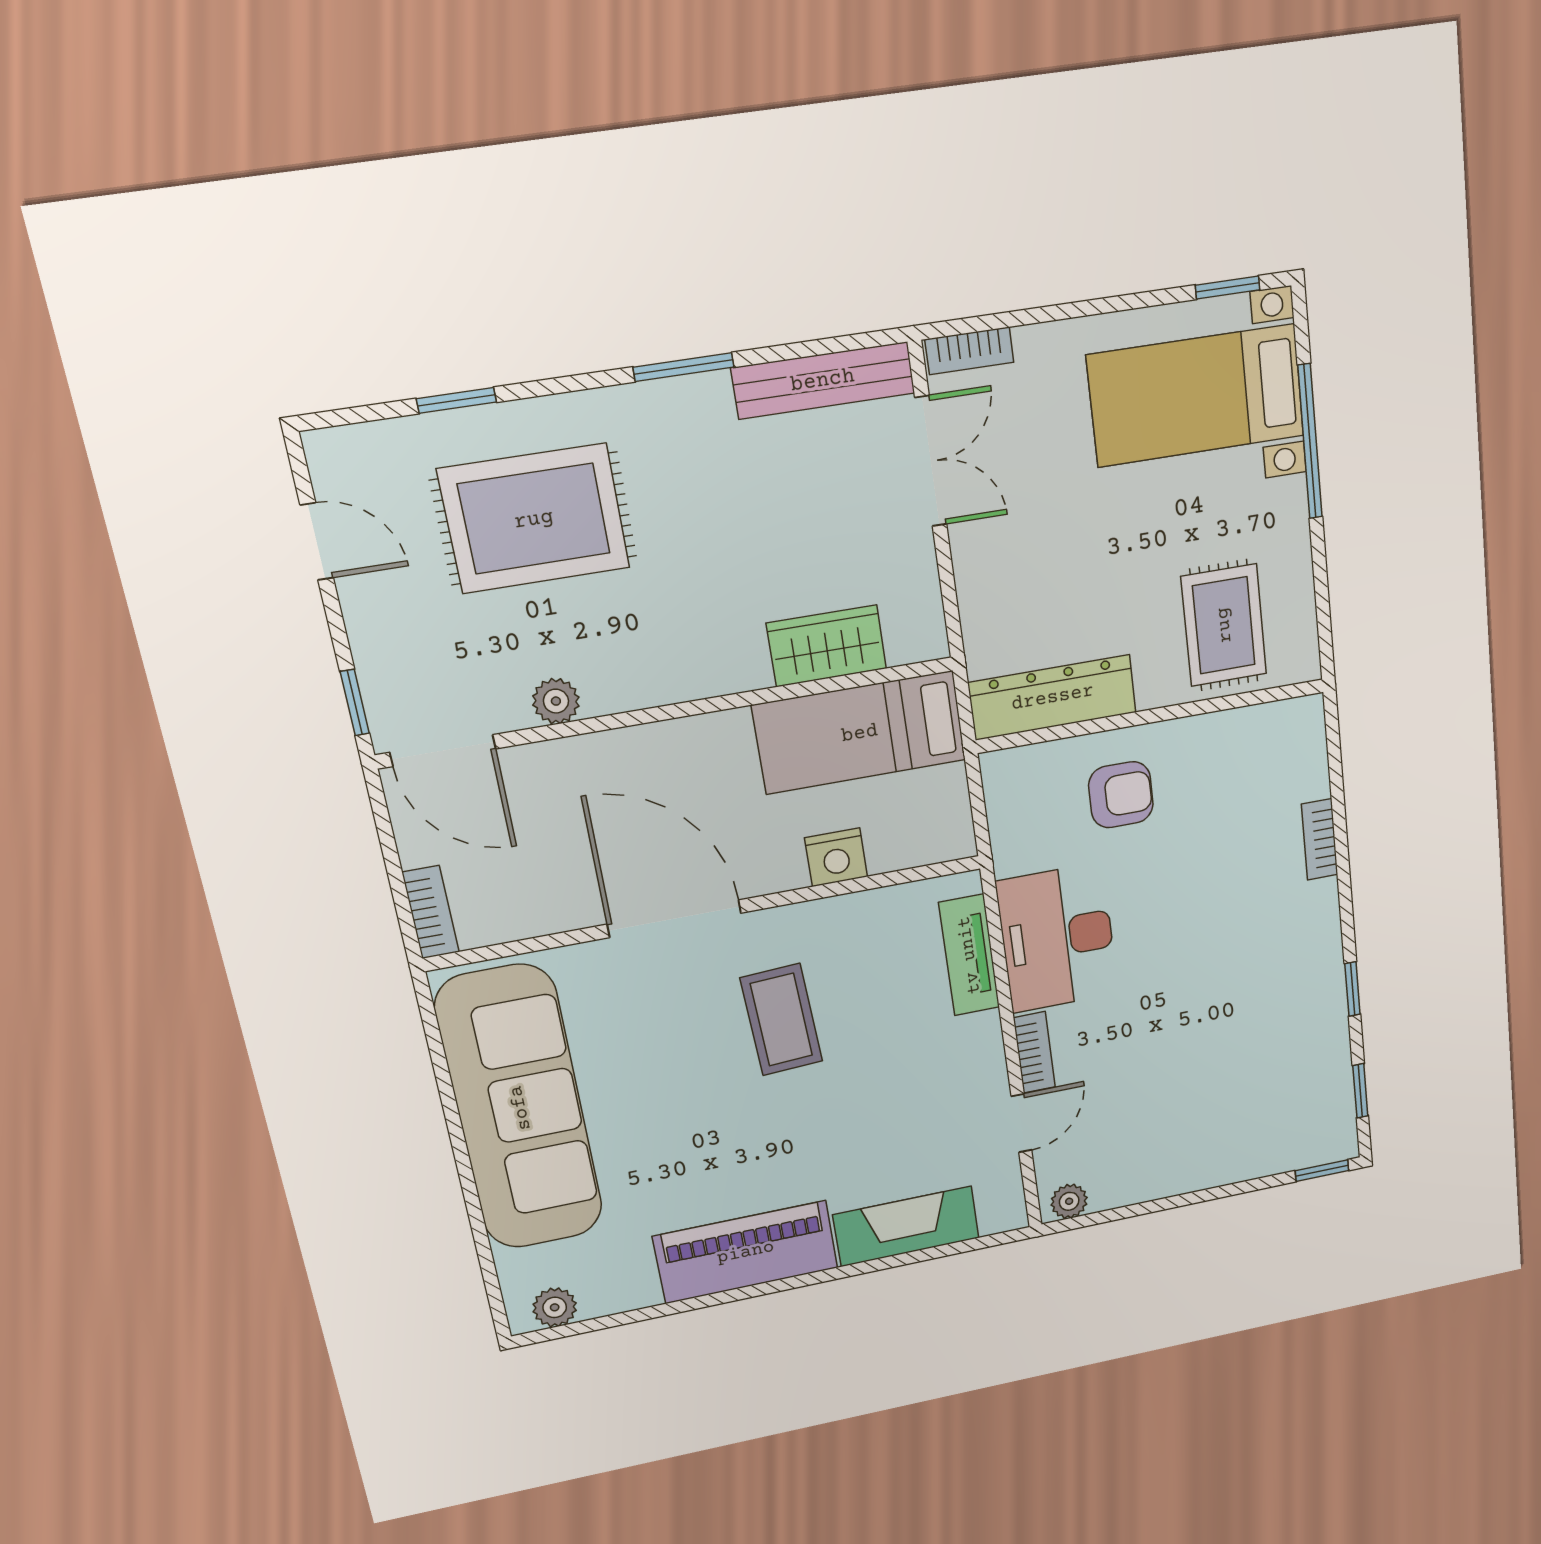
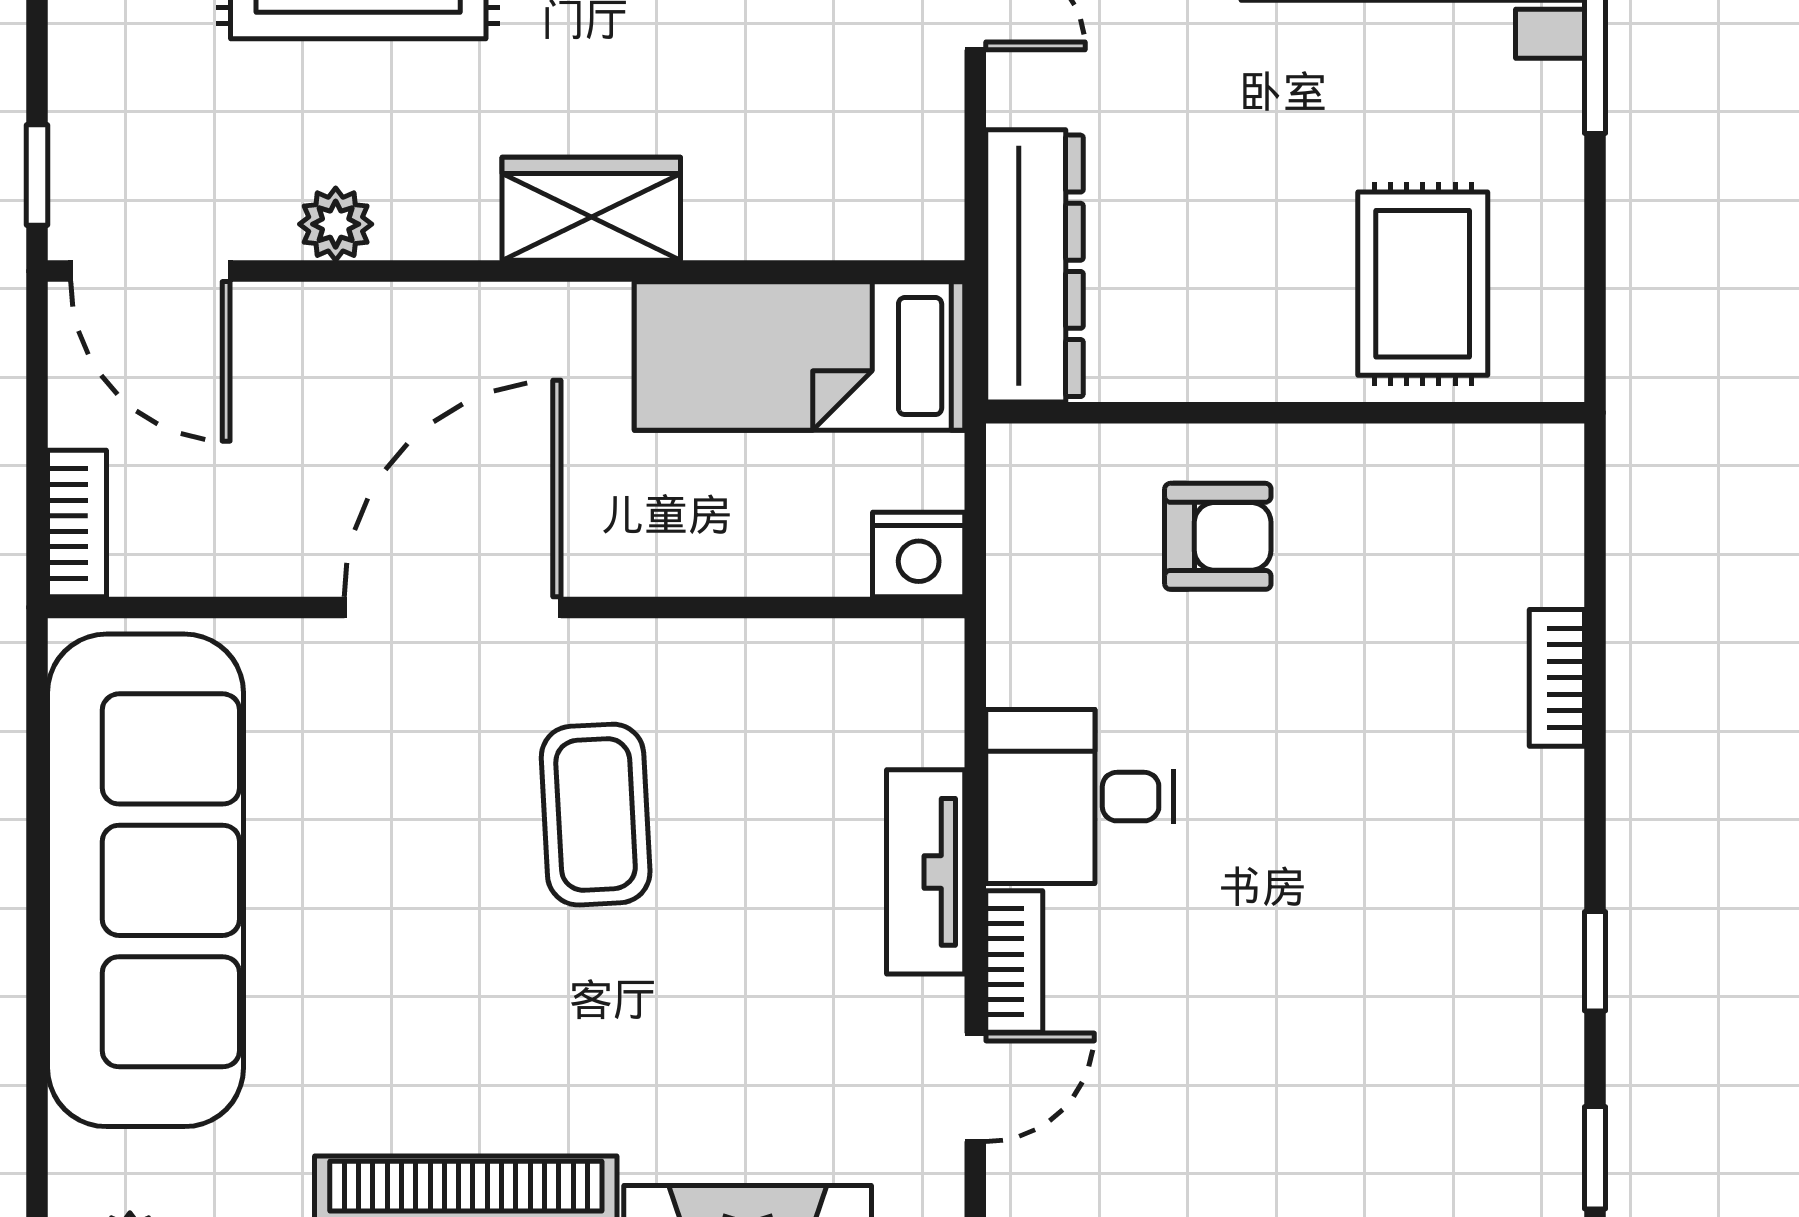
wardrobe: (827, 646) -> (591, 209), moved
dresser: (1053, 697) -> (1035, 266), moved, turned 90
nightstand: (836, 857) -> (919, 555), moved
door: (674, 919) -> (453, 607), hinge flipped
desk: (1057, 938) -> (1080, 797), width x0.73
tv unit: (969, 955) -> (926, 872), moved

